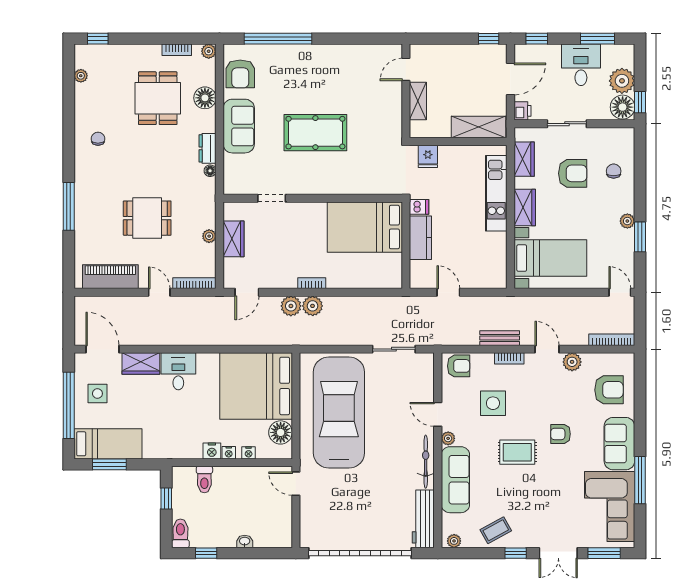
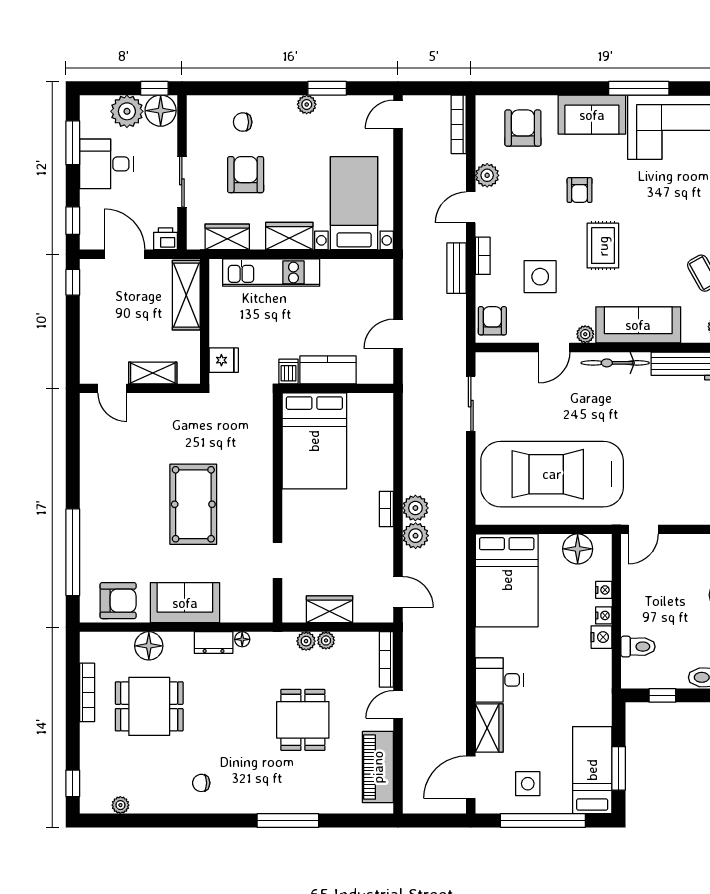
bookcase: (177, 50) -> (87, 692), width x1.56
plant: (209, 51) -> (306, 641), moved
bed: (256, 386) -> (507, 580), width x0.73

